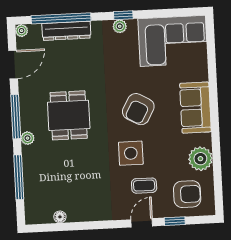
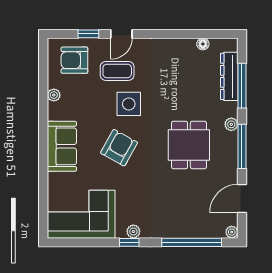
dresser: (66, 31) -> (229, 76), moved, turned -90
plant: (200, 159) -> (54, 95), width x0.53, depth x0.53
coffee table: (144, 186) -> (117, 71), width x1.36, depth x1.30

